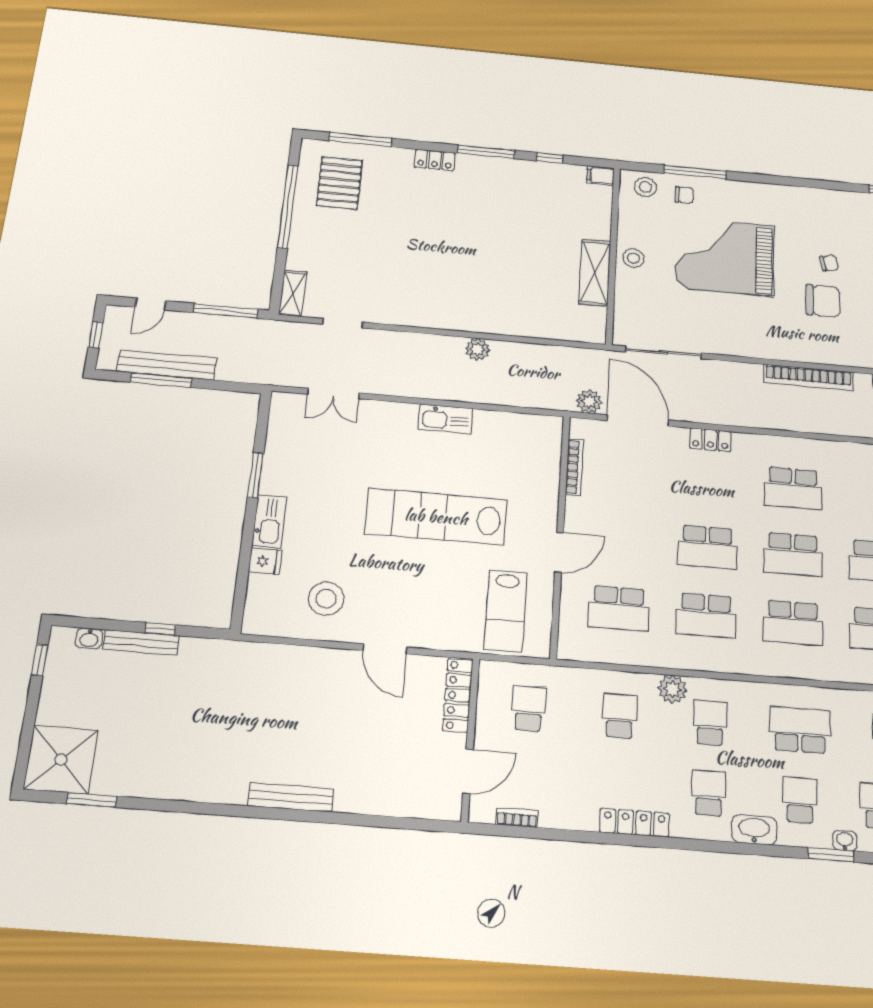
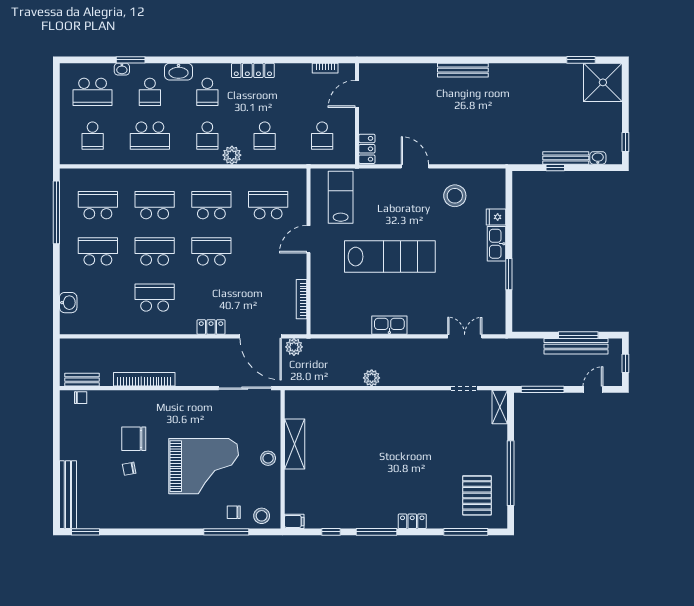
locker: (458, 695) -> (367, 149), width x0.66

